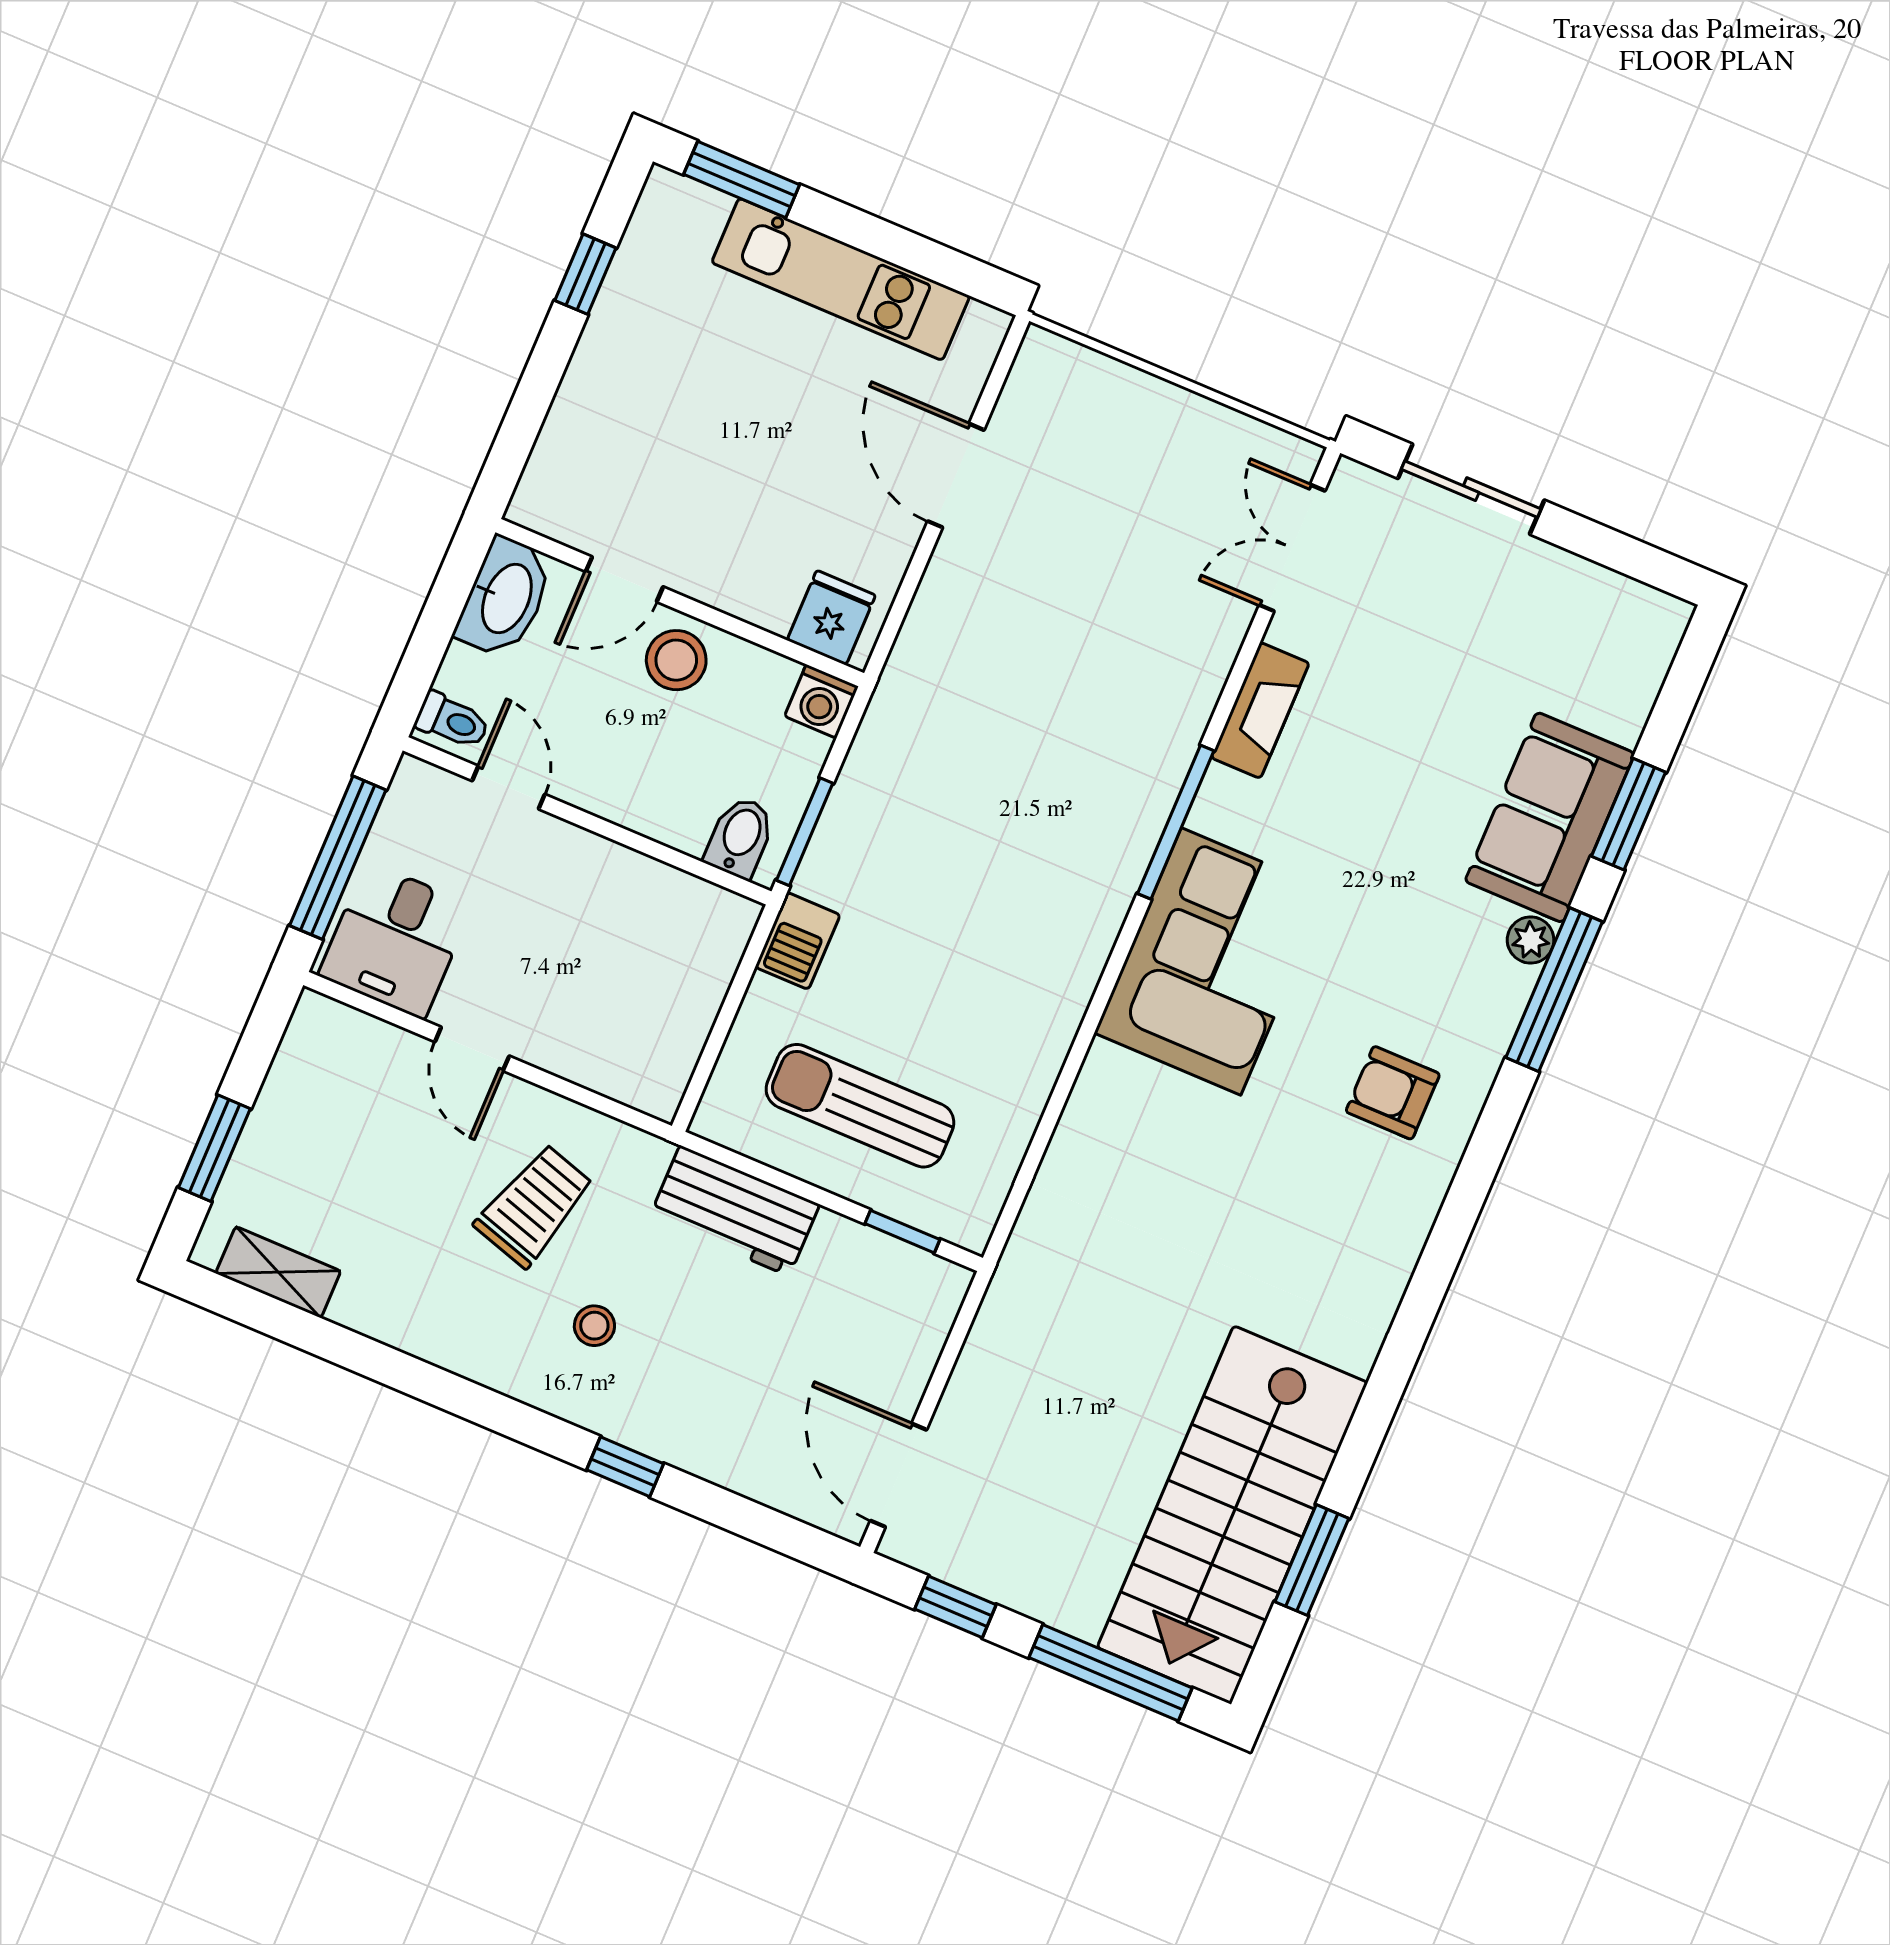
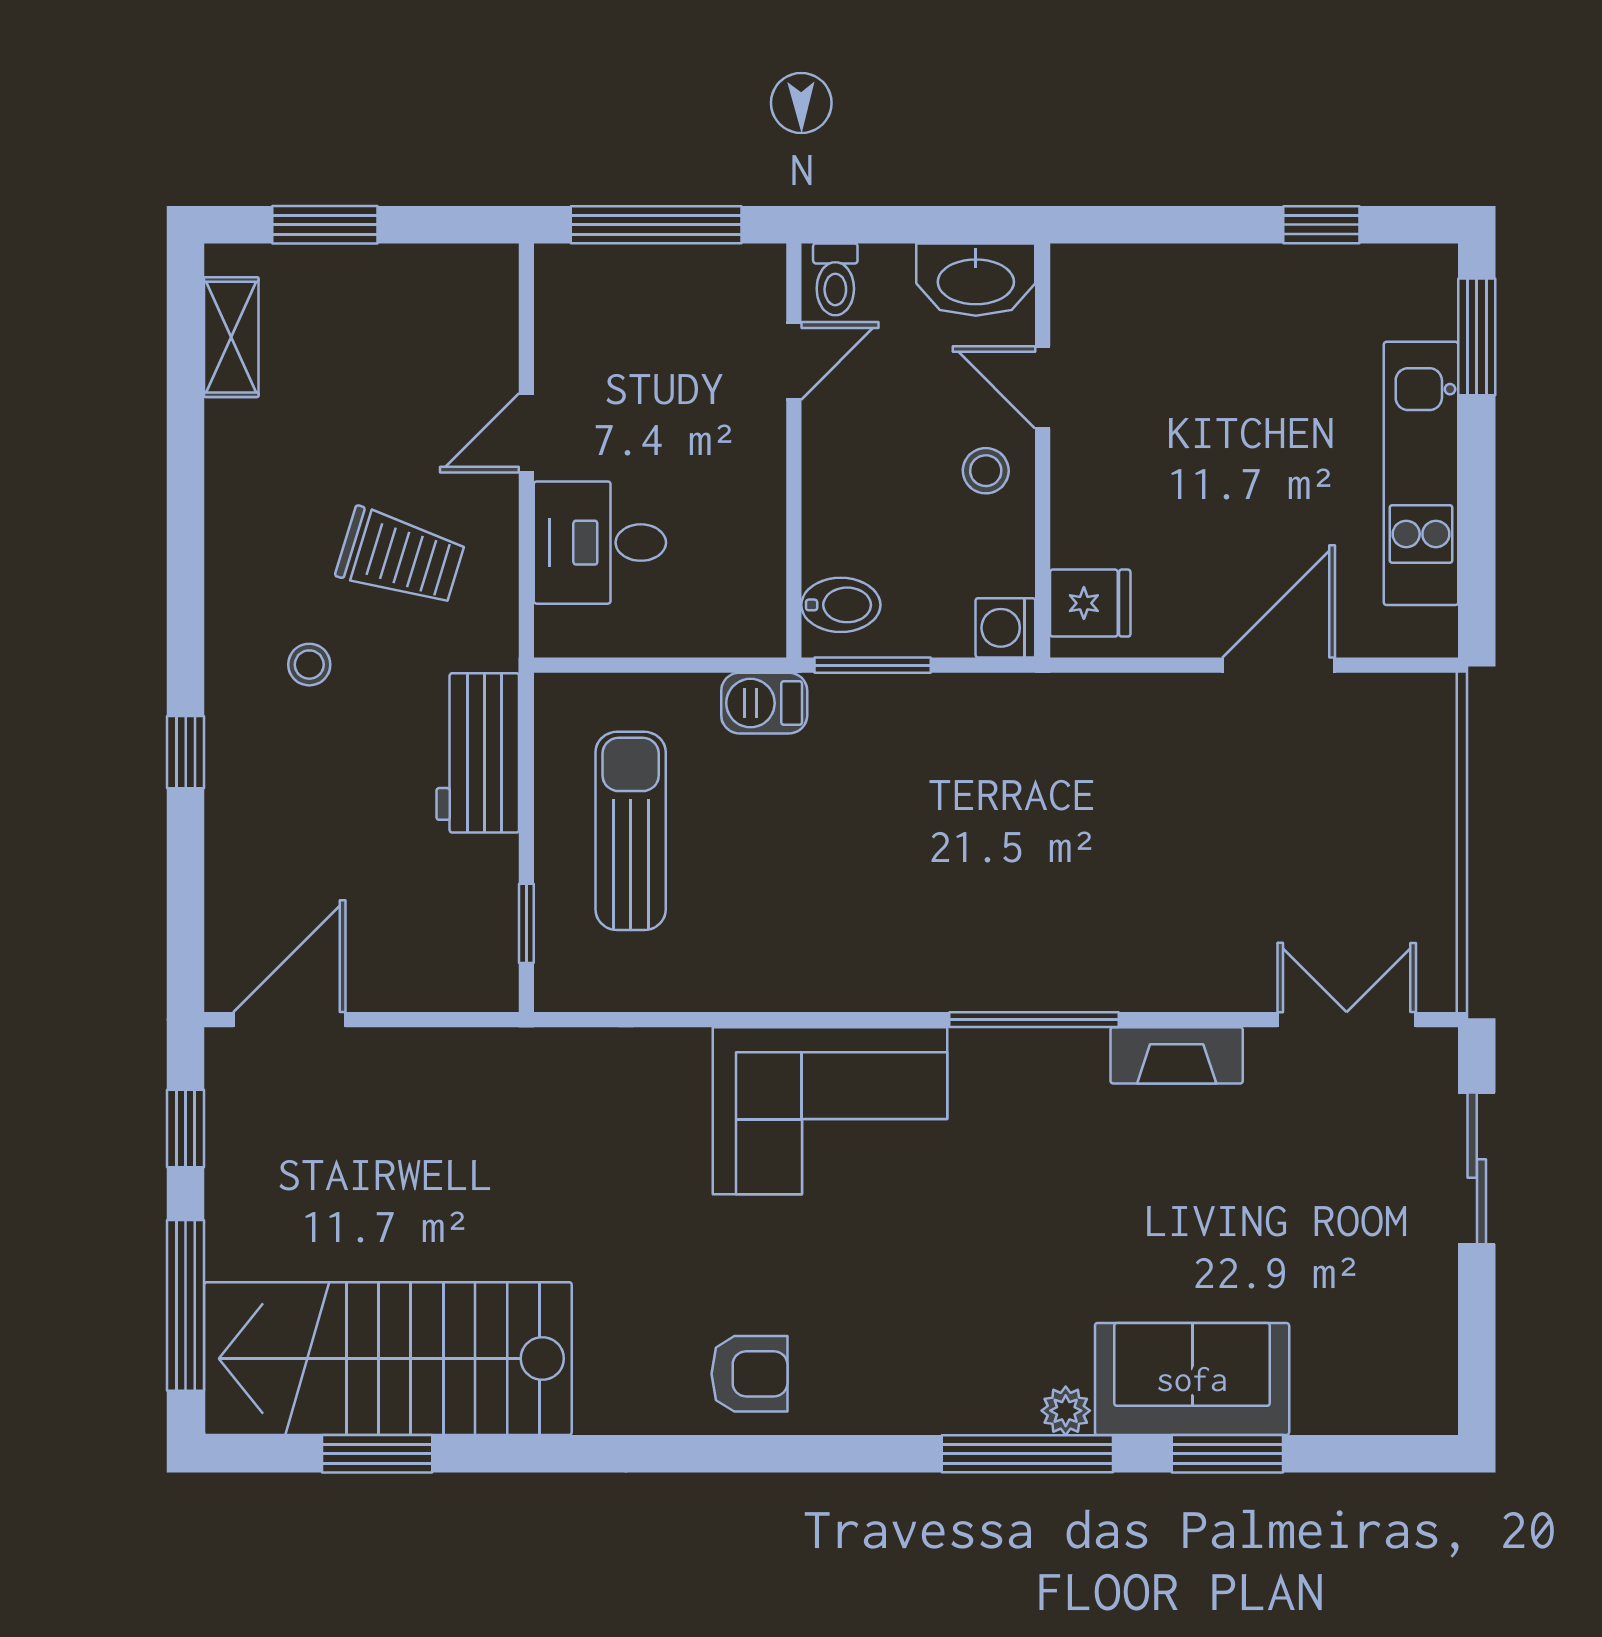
stool: (676, 660) -> (986, 471), width x0.73, depth x0.73
desk: (395, 940) -> (600, 543), moved
corner sofa: (1211, 961) -> (830, 1111), moved
armchair: (1393, 1093) -> (749, 1374), moved, turned 90

